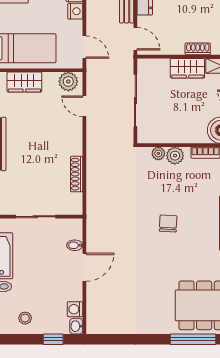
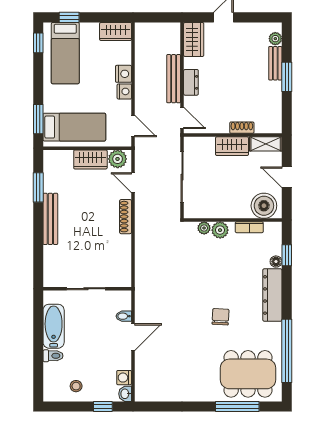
wardrobe: (24, 82) -> (90, 159), moved
shoe rack: (77, 174) -> (126, 217), moved
chair: (168, 223) -> (221, 317), moved

